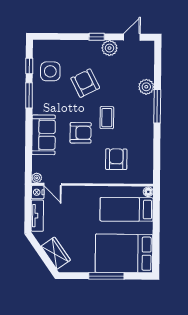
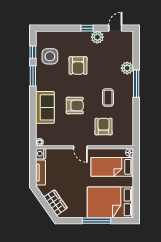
armchair: (85, 83) -> (78, 66), turned -153
coffee table: (107, 118) -> (108, 98), moved
door: (53, 184) -> (80, 147), moved

